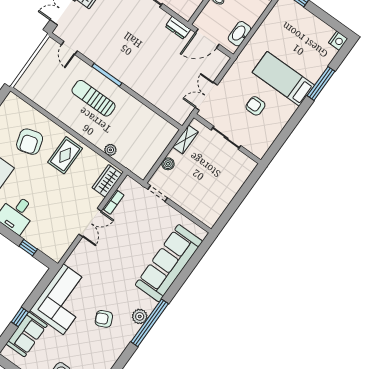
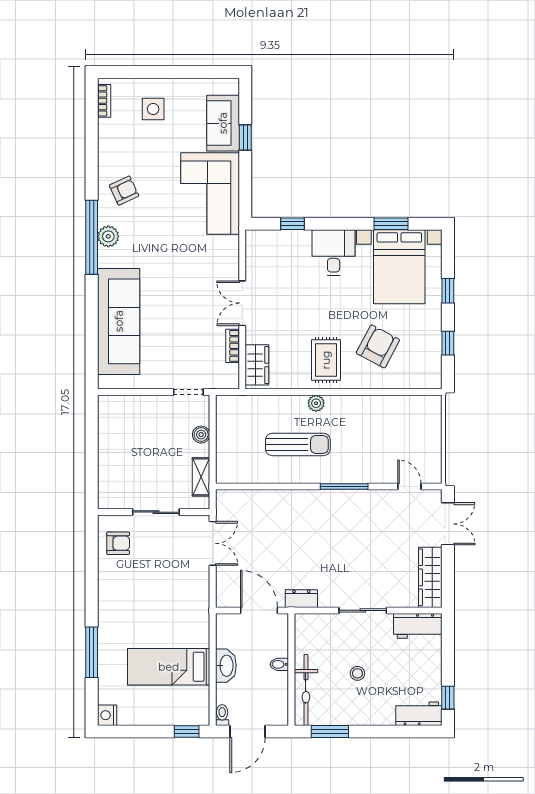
washbasin: (239, 34) -> (226, 666), moved
door: (207, 38) -> (259, 610), hinge flipped
bed: (283, 79) -> (169, 667), moved, turned 180
sun lounger: (94, 98) -> (298, 444), moved
armchair: (255, 106) -> (118, 543), moved
armchair: (30, 142) -> (378, 346), turned 45
plant: (110, 150) -> (316, 403), moved
armchair: (104, 319) -> (124, 191), moved

